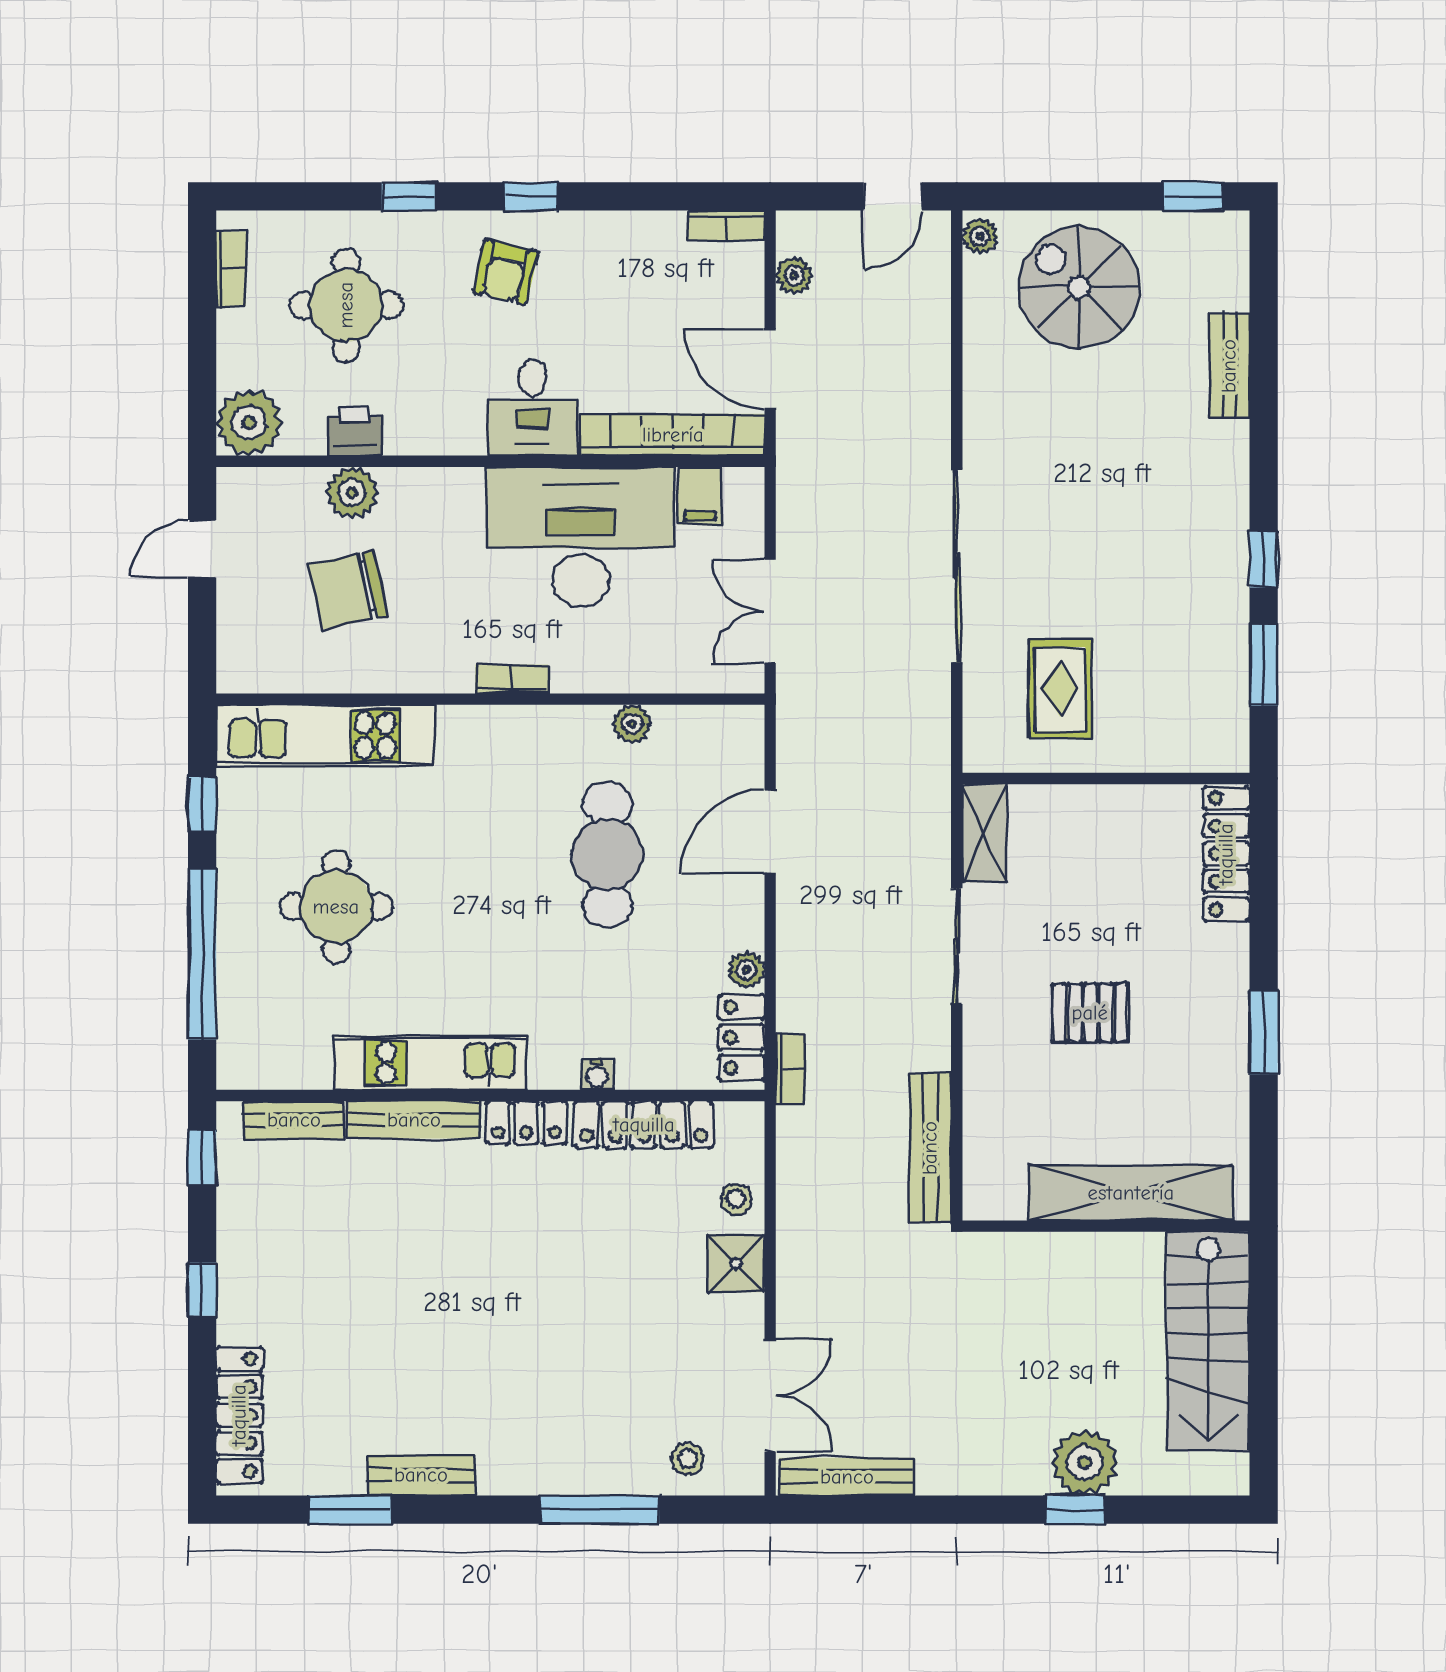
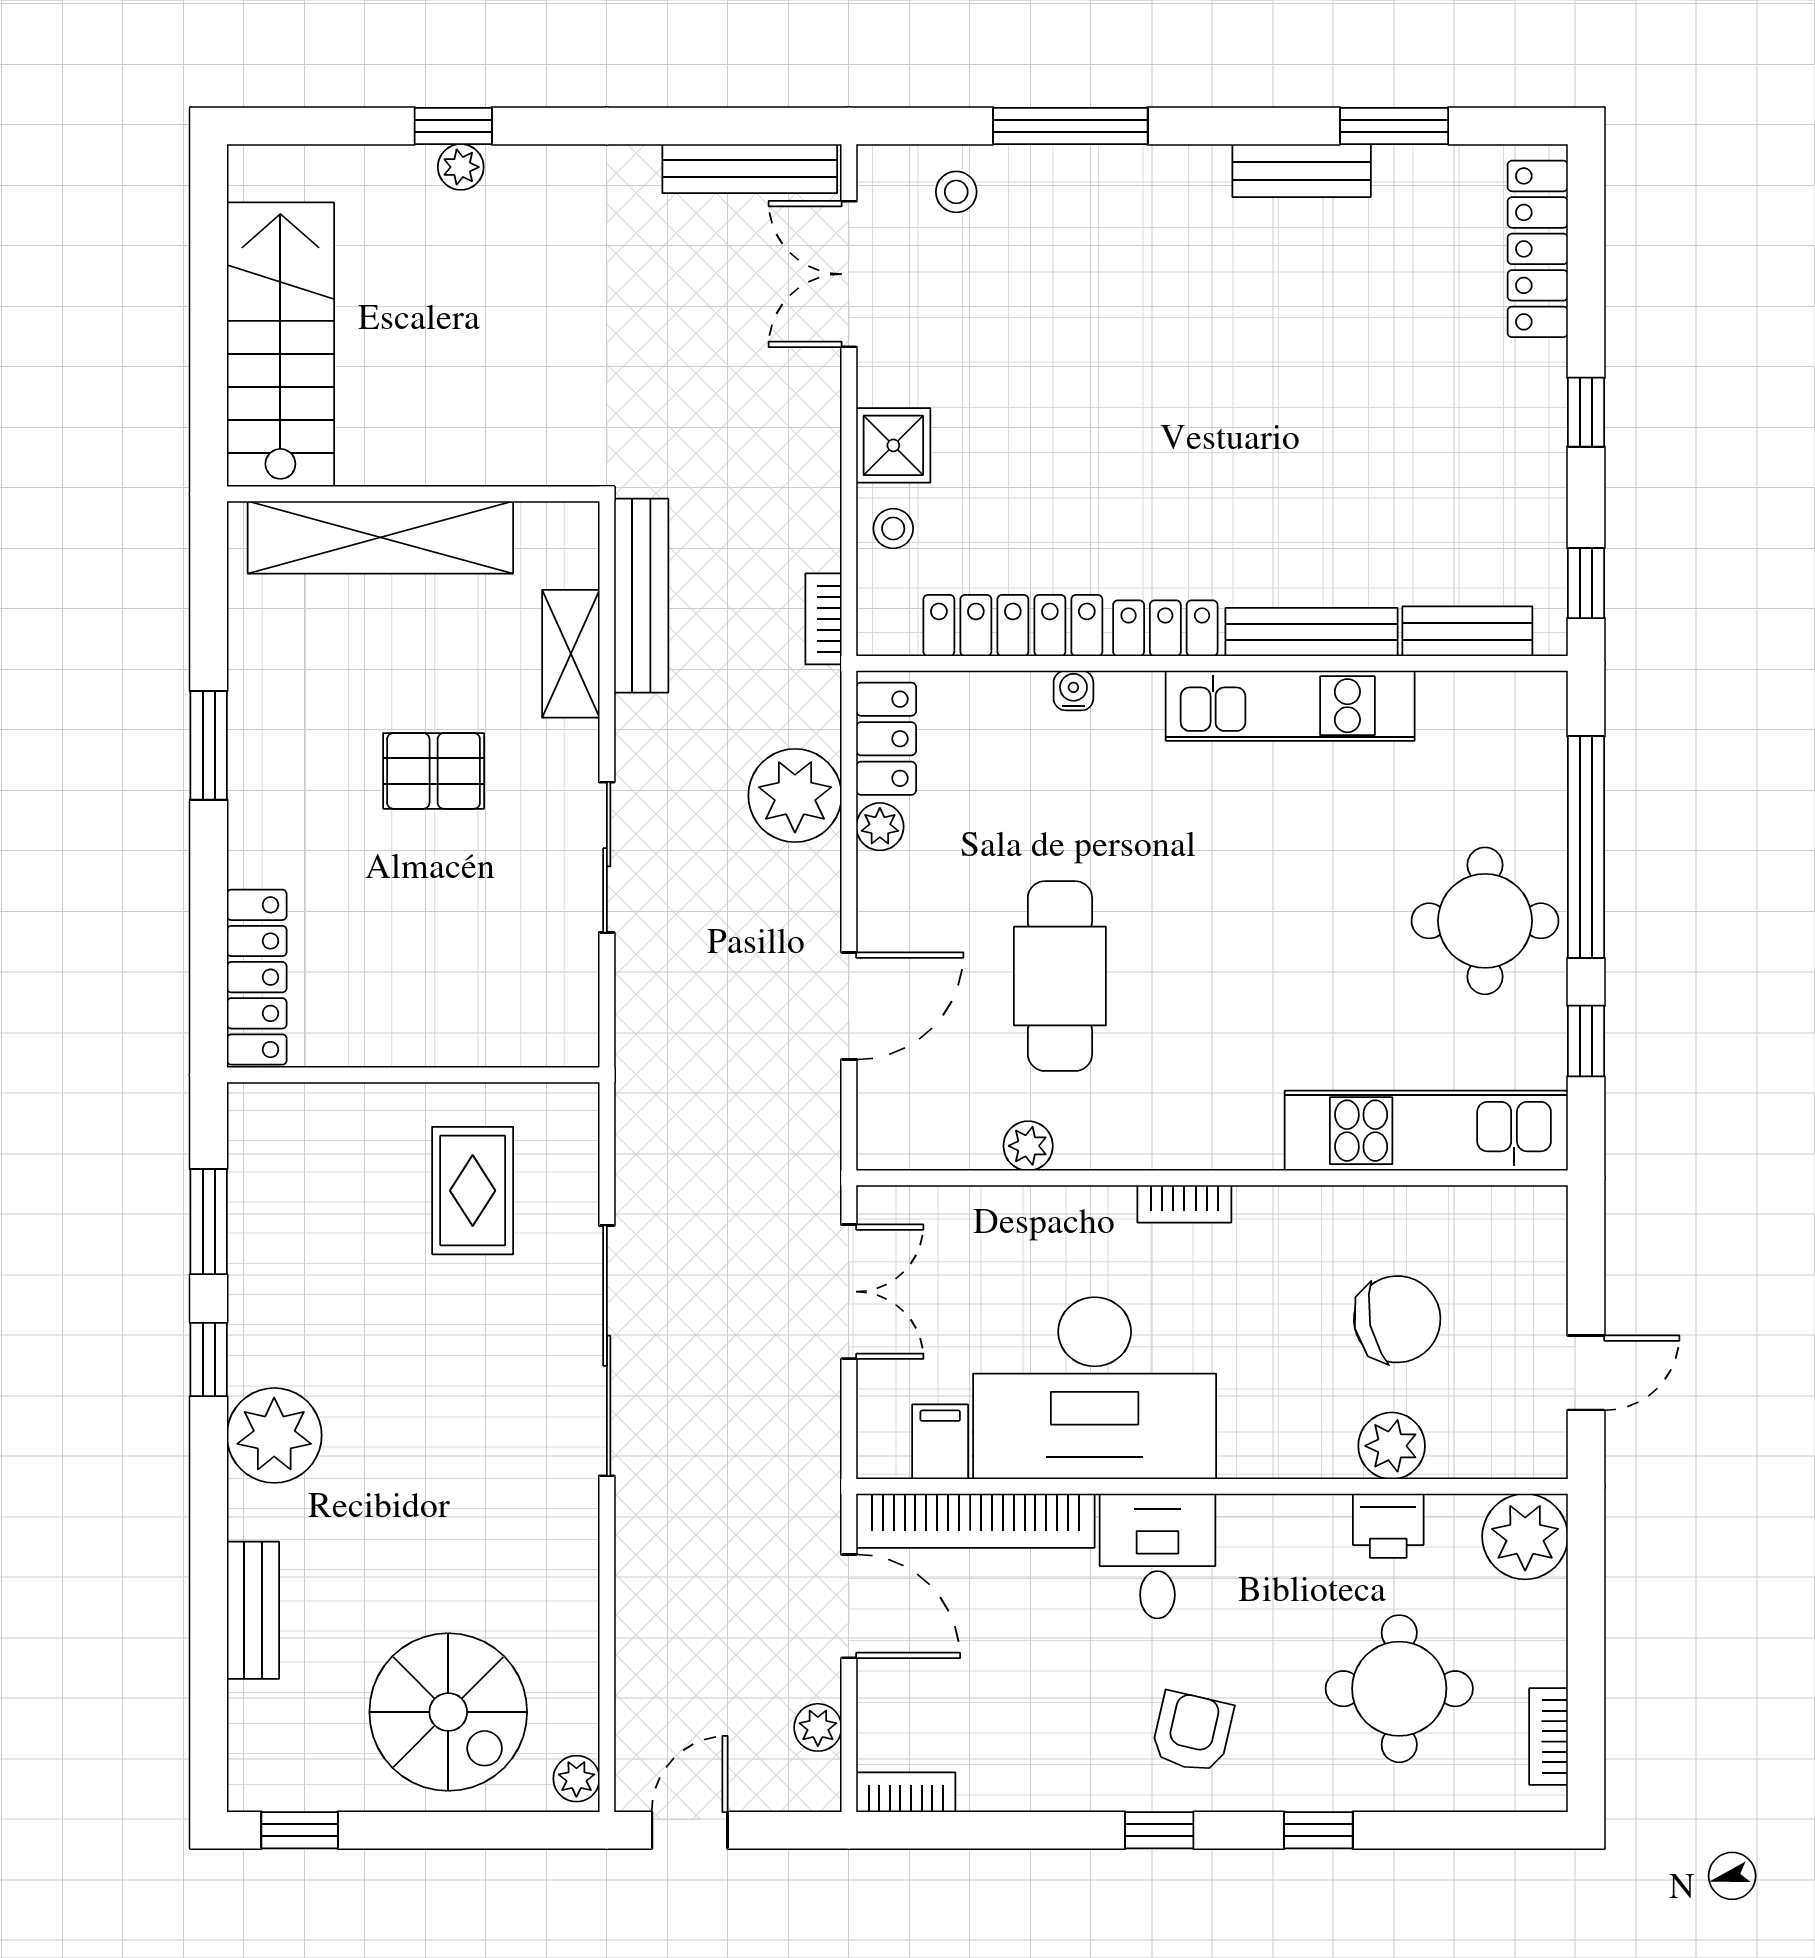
plant: (1213, 501) -> (274, 1435), added
shelving: (984, 833) -> (571, 654), moved
round table: (336, 907) -> (1485, 921), moved
plant: (812, 994) -> (795, 796), added
bookcase: (790, 1068) -> (823, 619), moved
plant: (1085, 1463) -> (461, 167), width x0.53, depth x0.53

